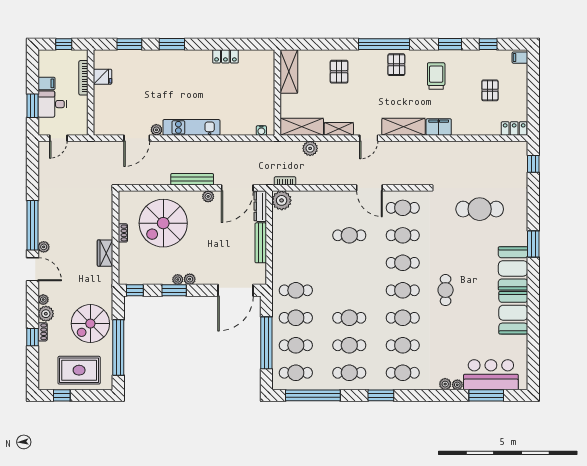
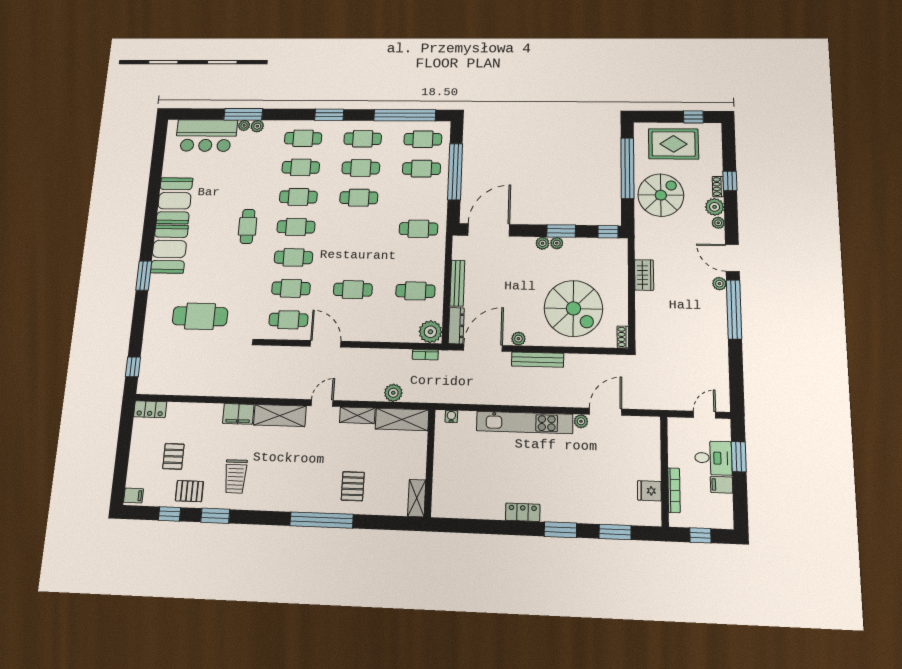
window: (384, 44) -> (322, 520), moved
locker: (225, 56) -> (523, 512), moved
pallet: (396, 65) -> (189, 491), moved, turned 90
shelving: (289, 72) -> (417, 498), width x0.67, depth x0.75
kitchen unit: (191, 127) -> (525, 422), width x1.36
spiral stairs: (163, 223) -> (573, 308), turned 90
shoe rack: (123, 233) -> (623, 337), moved
cafe table: (296, 318) -> (415, 291), moved
window: (486, 395) -> (243, 114), moved

